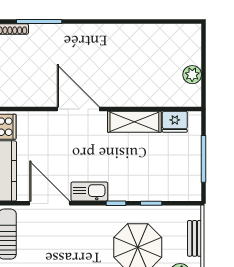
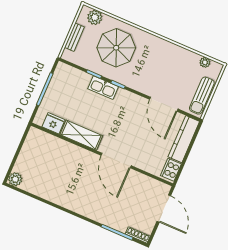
plant: (192, 75) -> (15, 179), moved
kitchen sink: (89, 192) -> (103, 88), moved

